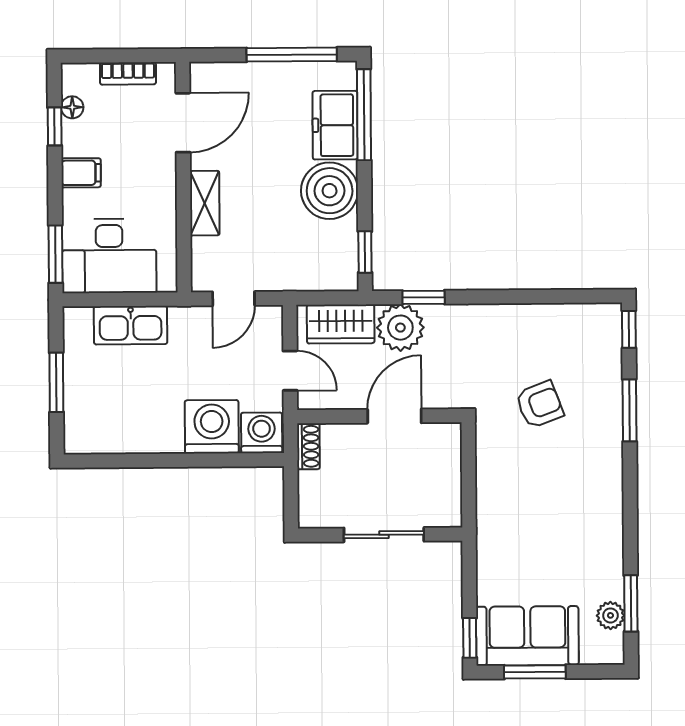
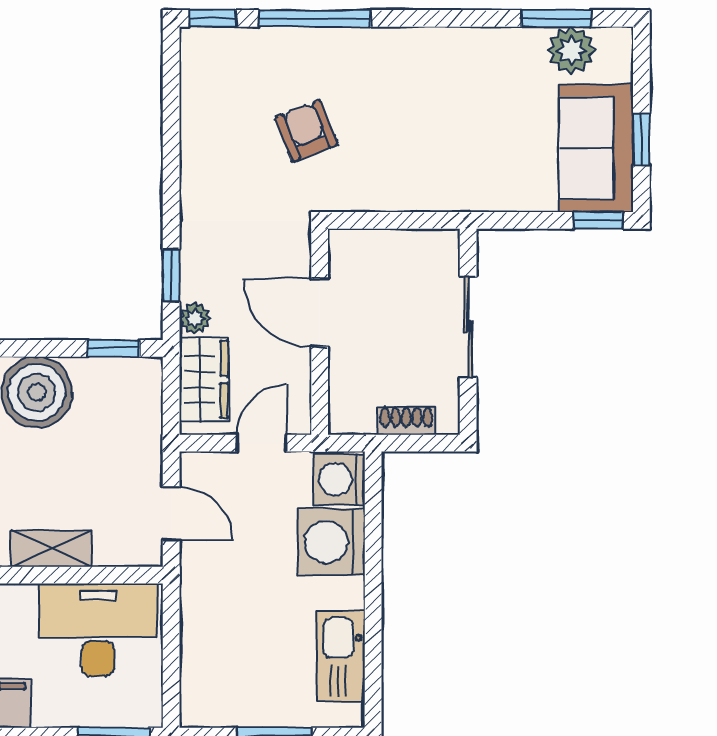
desk: (109, 256) -> (98, 630), moved, turned -90
kitchen sink: (131, 325) -> (341, 656), moved, turned 180
plant: (400, 328) -> (195, 318), width x0.53, depth x0.53
window: (629, 410) -> (315, 18), width x1.44
shoe rack: (308, 446) -> (406, 421), moved
plant: (610, 615) -> (571, 50), width x1.38, depth x1.38
window: (535, 672) -> (641, 139), width x0.67

